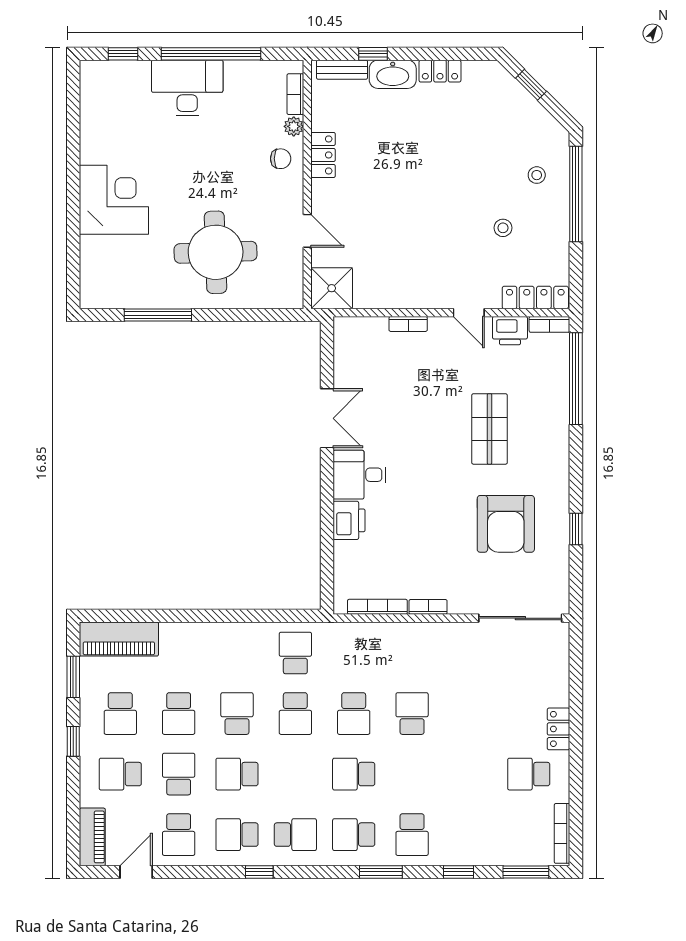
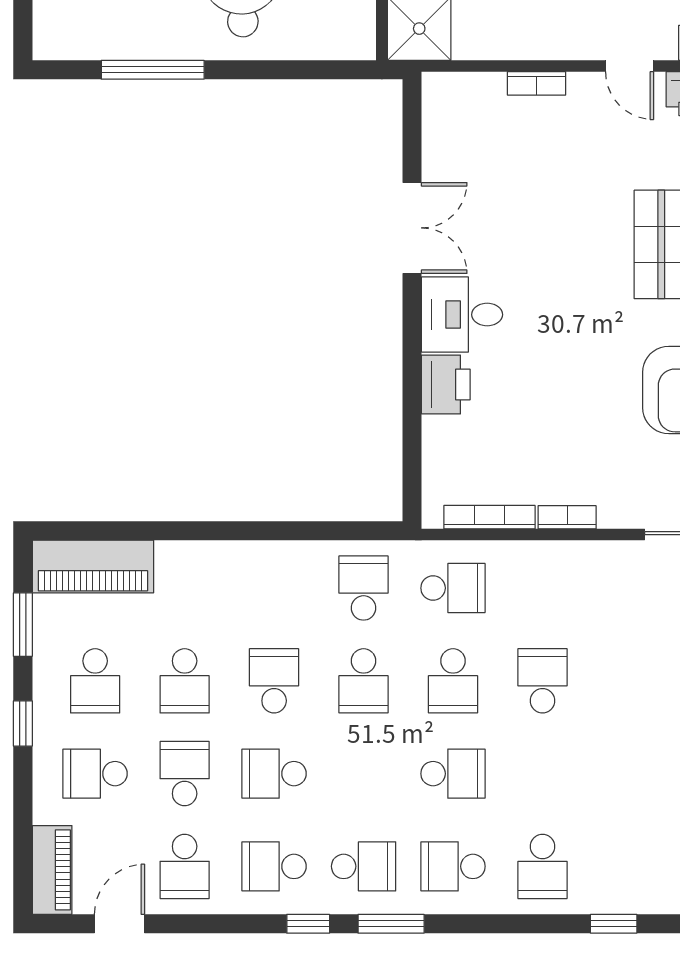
school desk: (354, 653) -> (453, 588), added
school desk: (354, 774) -> (453, 774), turned 180
window: (381, 872) -> (391, 924), moved

